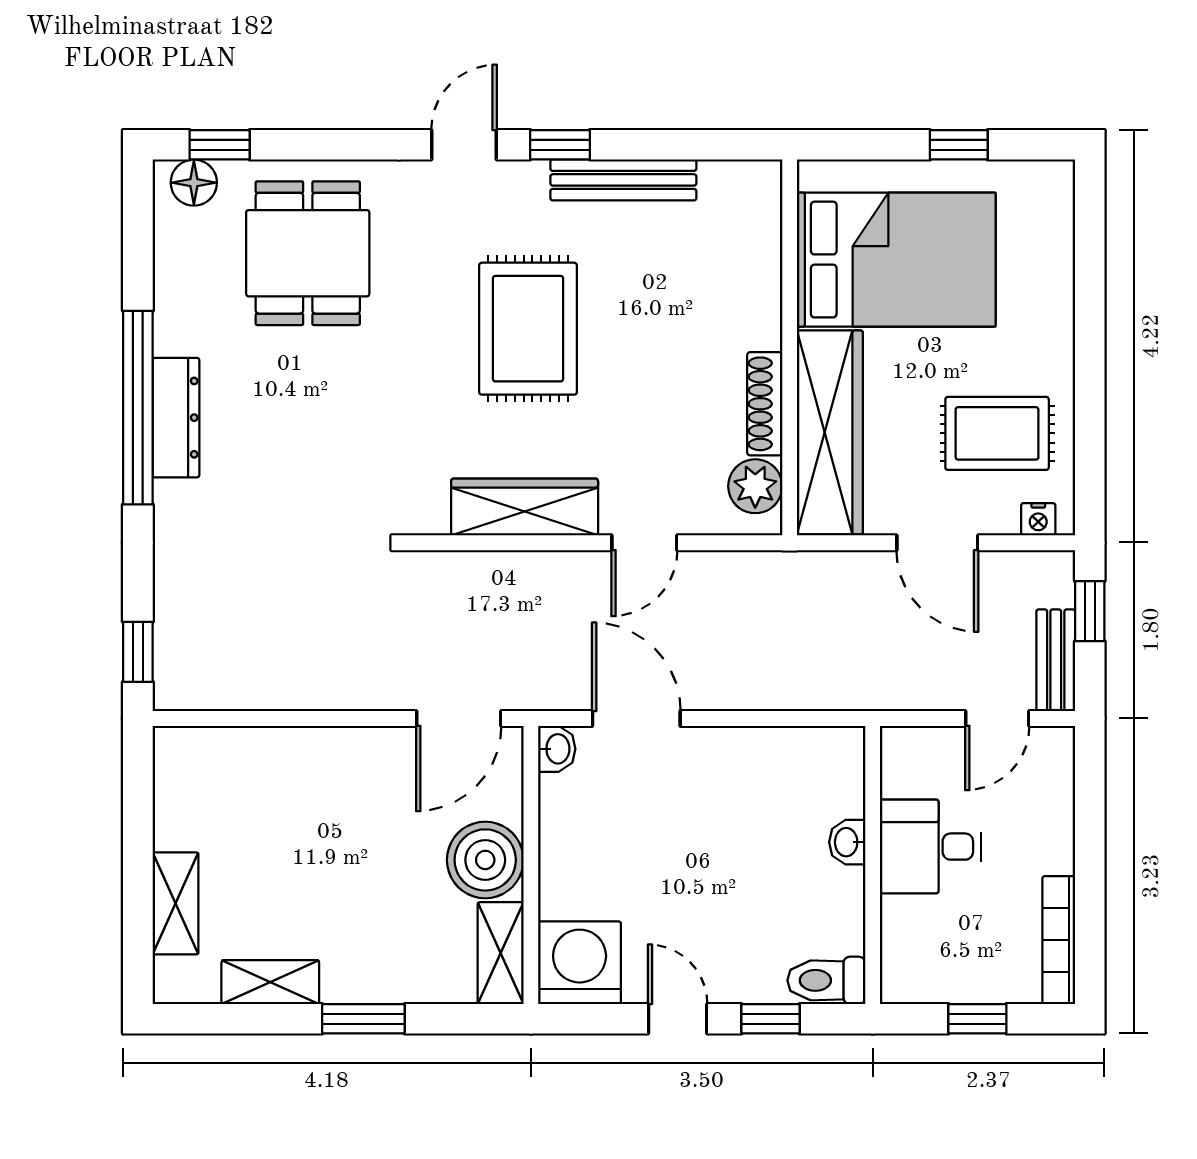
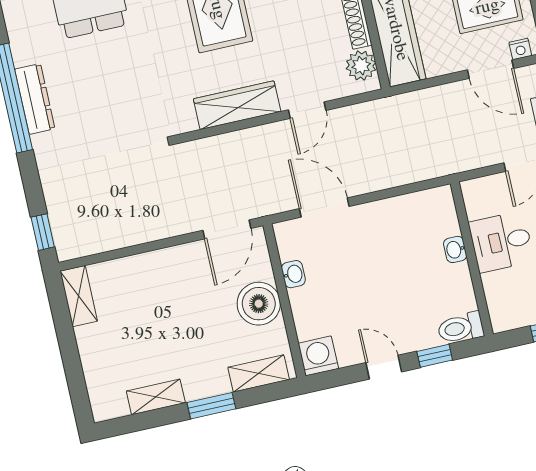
door: (937, 543) -> (491, 69), moved
washbasin: (557, 749) -> (293, 274), moved
shelving: (175, 903) -> (79, 296), moved
shelving: (501, 953) -> (259, 373), moved, turned 90
washing machine: (580, 963) -> (318, 356), width x0.73, depth x0.73

